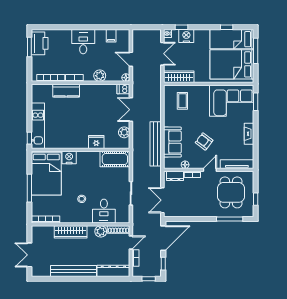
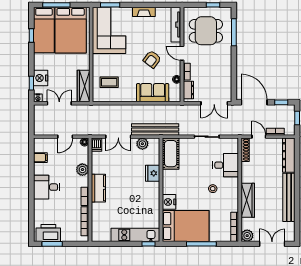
kitchen counter: (66, 91) -> (98, 188), moved
bench: (156, 144) -> (155, 129), moved
plant: (101, 231) -> (247, 236), moved
double door: (29, 255) -> (272, 244), swing flipped

